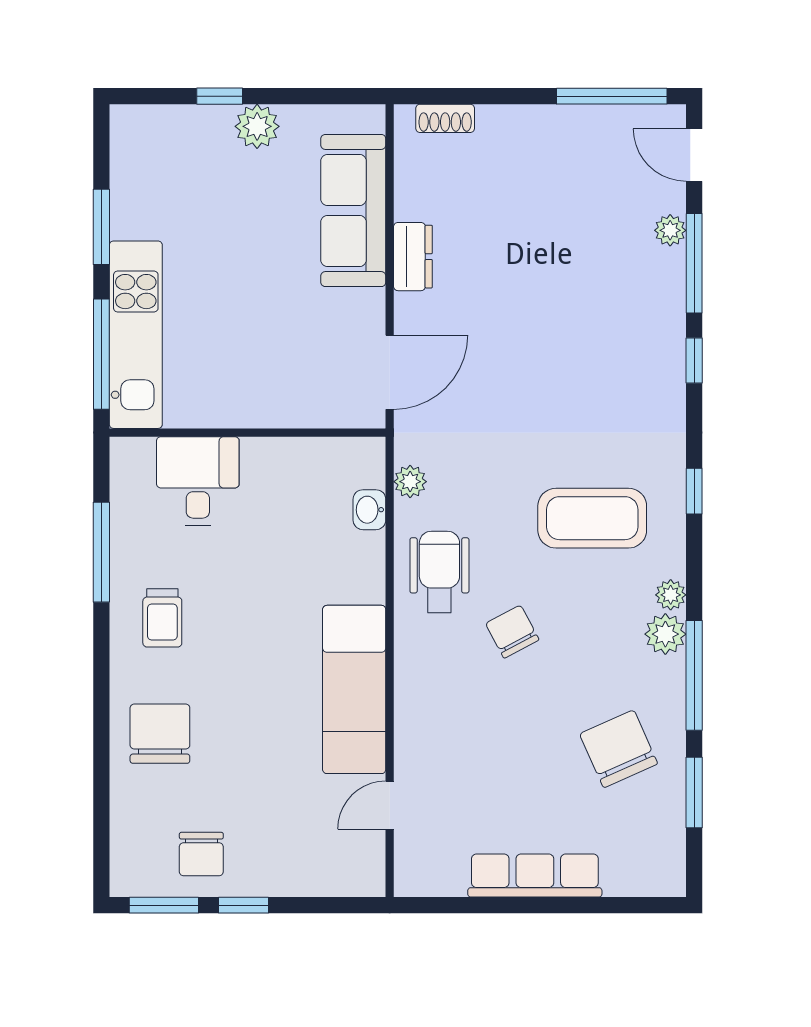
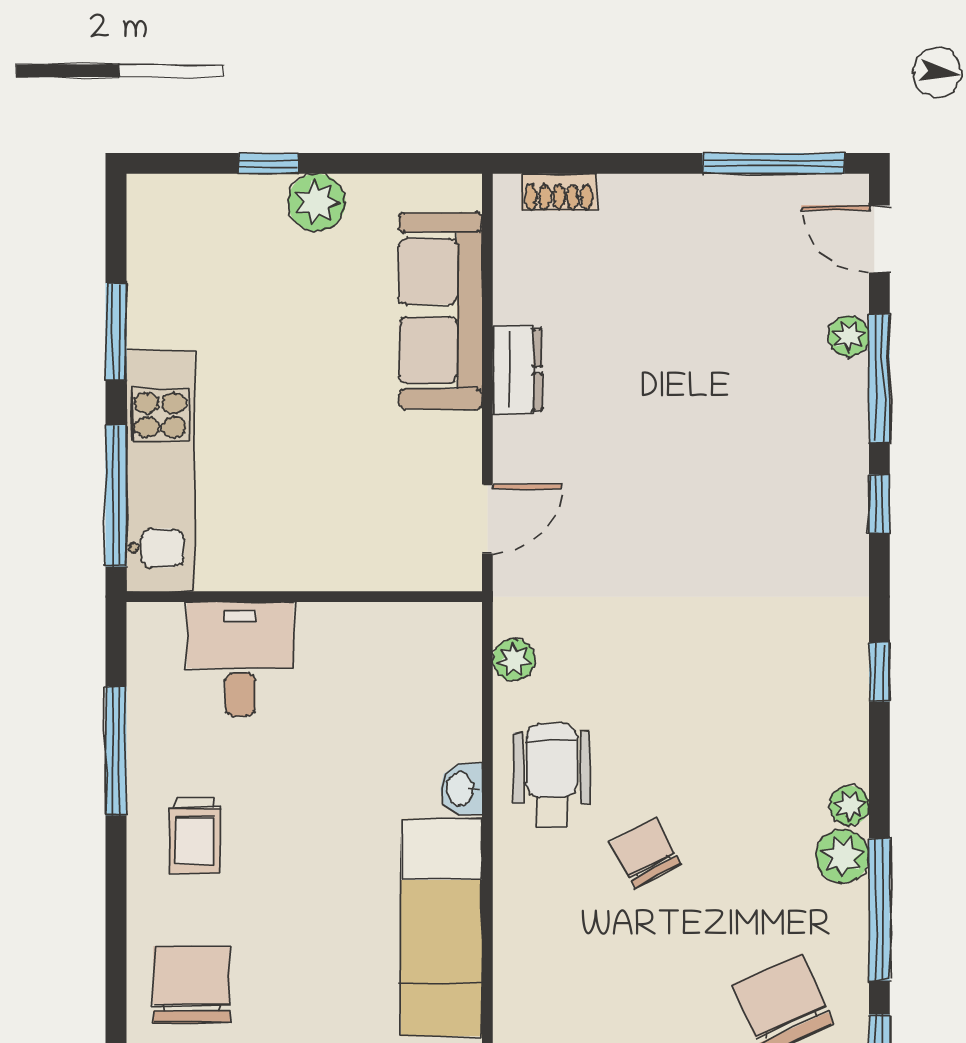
door: (390, 372) -> (487, 519), width x0.73
washbasin: (369, 510) -> (461, 789), moved
coffee table: (592, 518) -> (748, 707), removed

